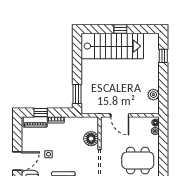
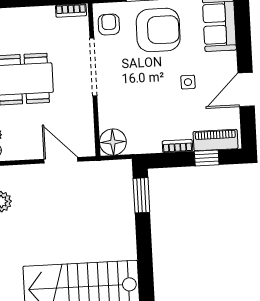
floor lamp: (91, 139) -> (113, 142), moved
door: (17, 161) -> (246, 90), moved

